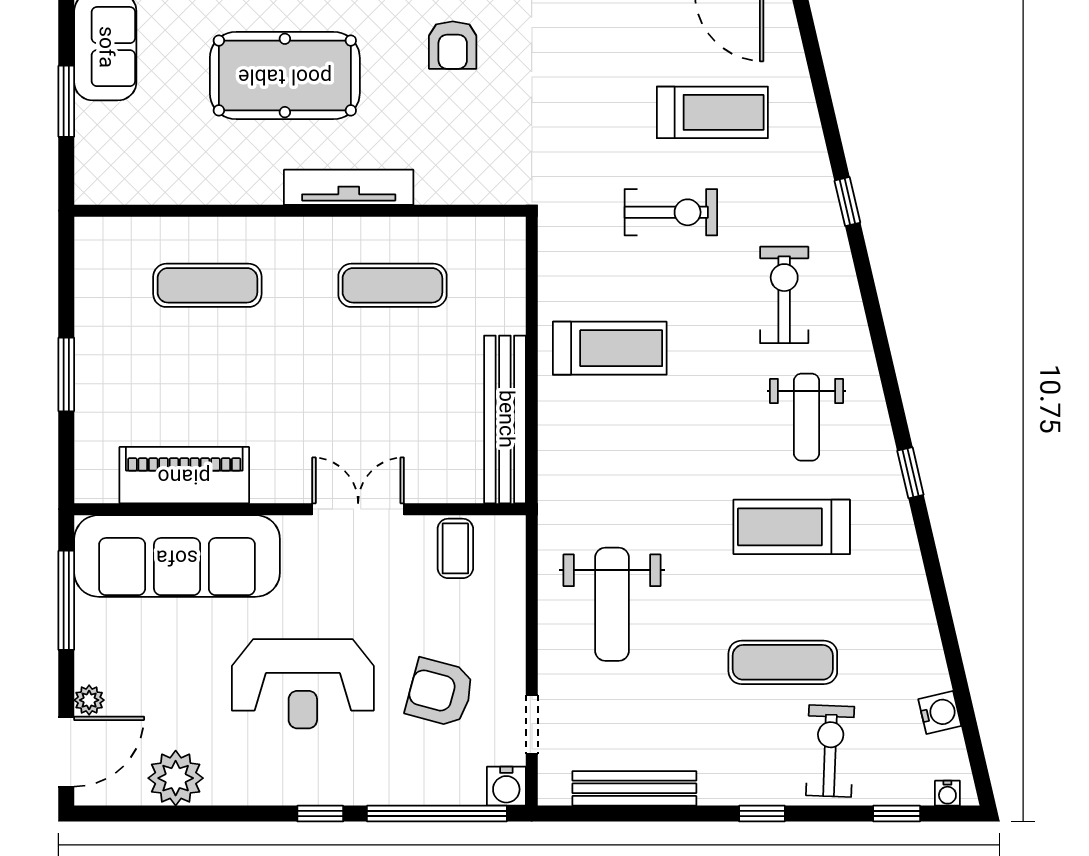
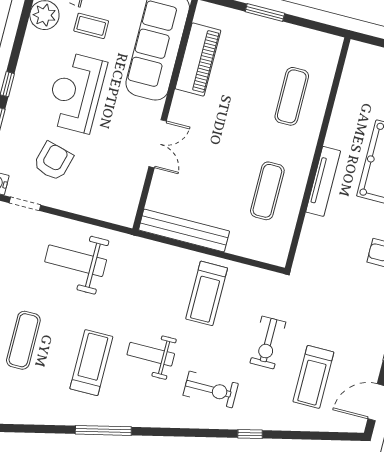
weight bench: (807, 417) -> (151, 354), moved
window: (910, 473) -> (103, 430), width x2.17
coffee table: (455, 548) -> (91, 26), moved

